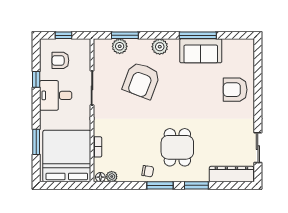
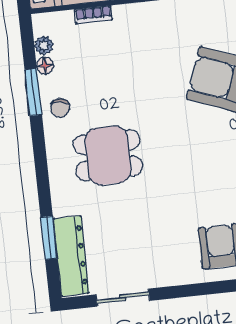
floor lamp: (100, 177) -> (45, 65), moved
window: (160, 185) -> (33, 92), moved
window: (196, 185) -> (49, 238), moved

